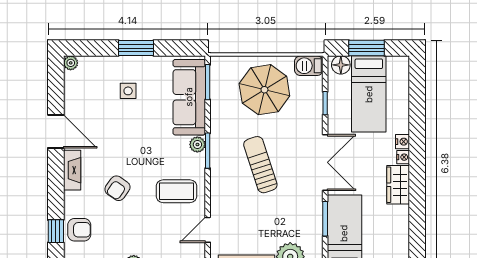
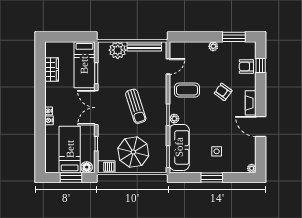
wardrobe: (398, 185) -> (52, 70), moved
armchair: (117, 188) -> (223, 92), turned -89

